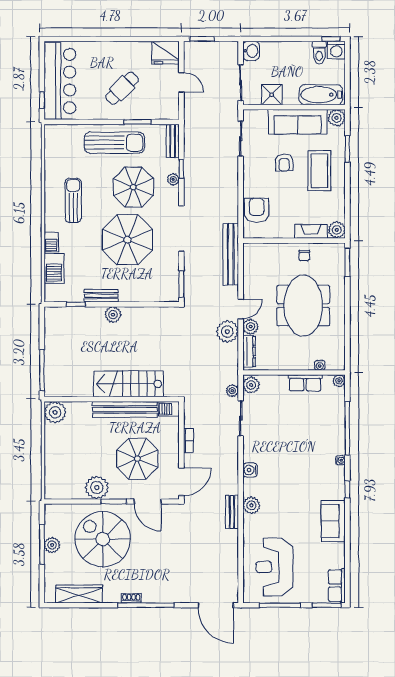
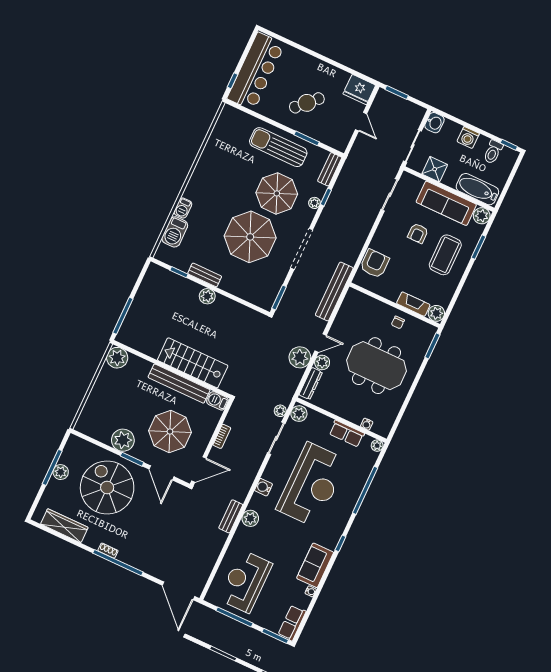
washing machine: (336, 50) -> (468, 137), moved
sun lounger: (114, 143) -> (278, 147), turned 180
sun lounger: (73, 200) -> (219, 181), removed
meeting table: (303, 306) -> (377, 366), turned 90
reception desk: (295, 446) -> (312, 485), added
water cooler: (340, 460) -> (311, 591), moved

